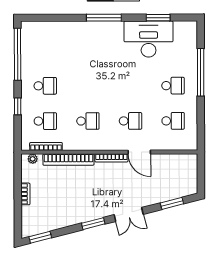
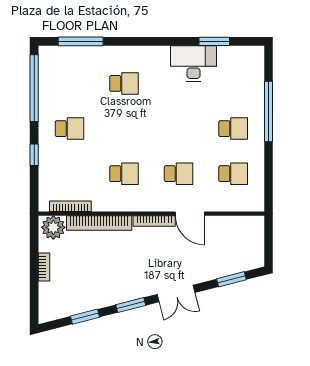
window: (104, 18) -> (81, 41), moved
desk: (149, 39) -> (194, 63), width x0.73, depth x0.77
school desk: (45, 121) -> (124, 83), moved
plant: (33, 159) -> (53, 227), width x1.87, depth x1.87
window: (40, 237) -> (85, 317), moved

